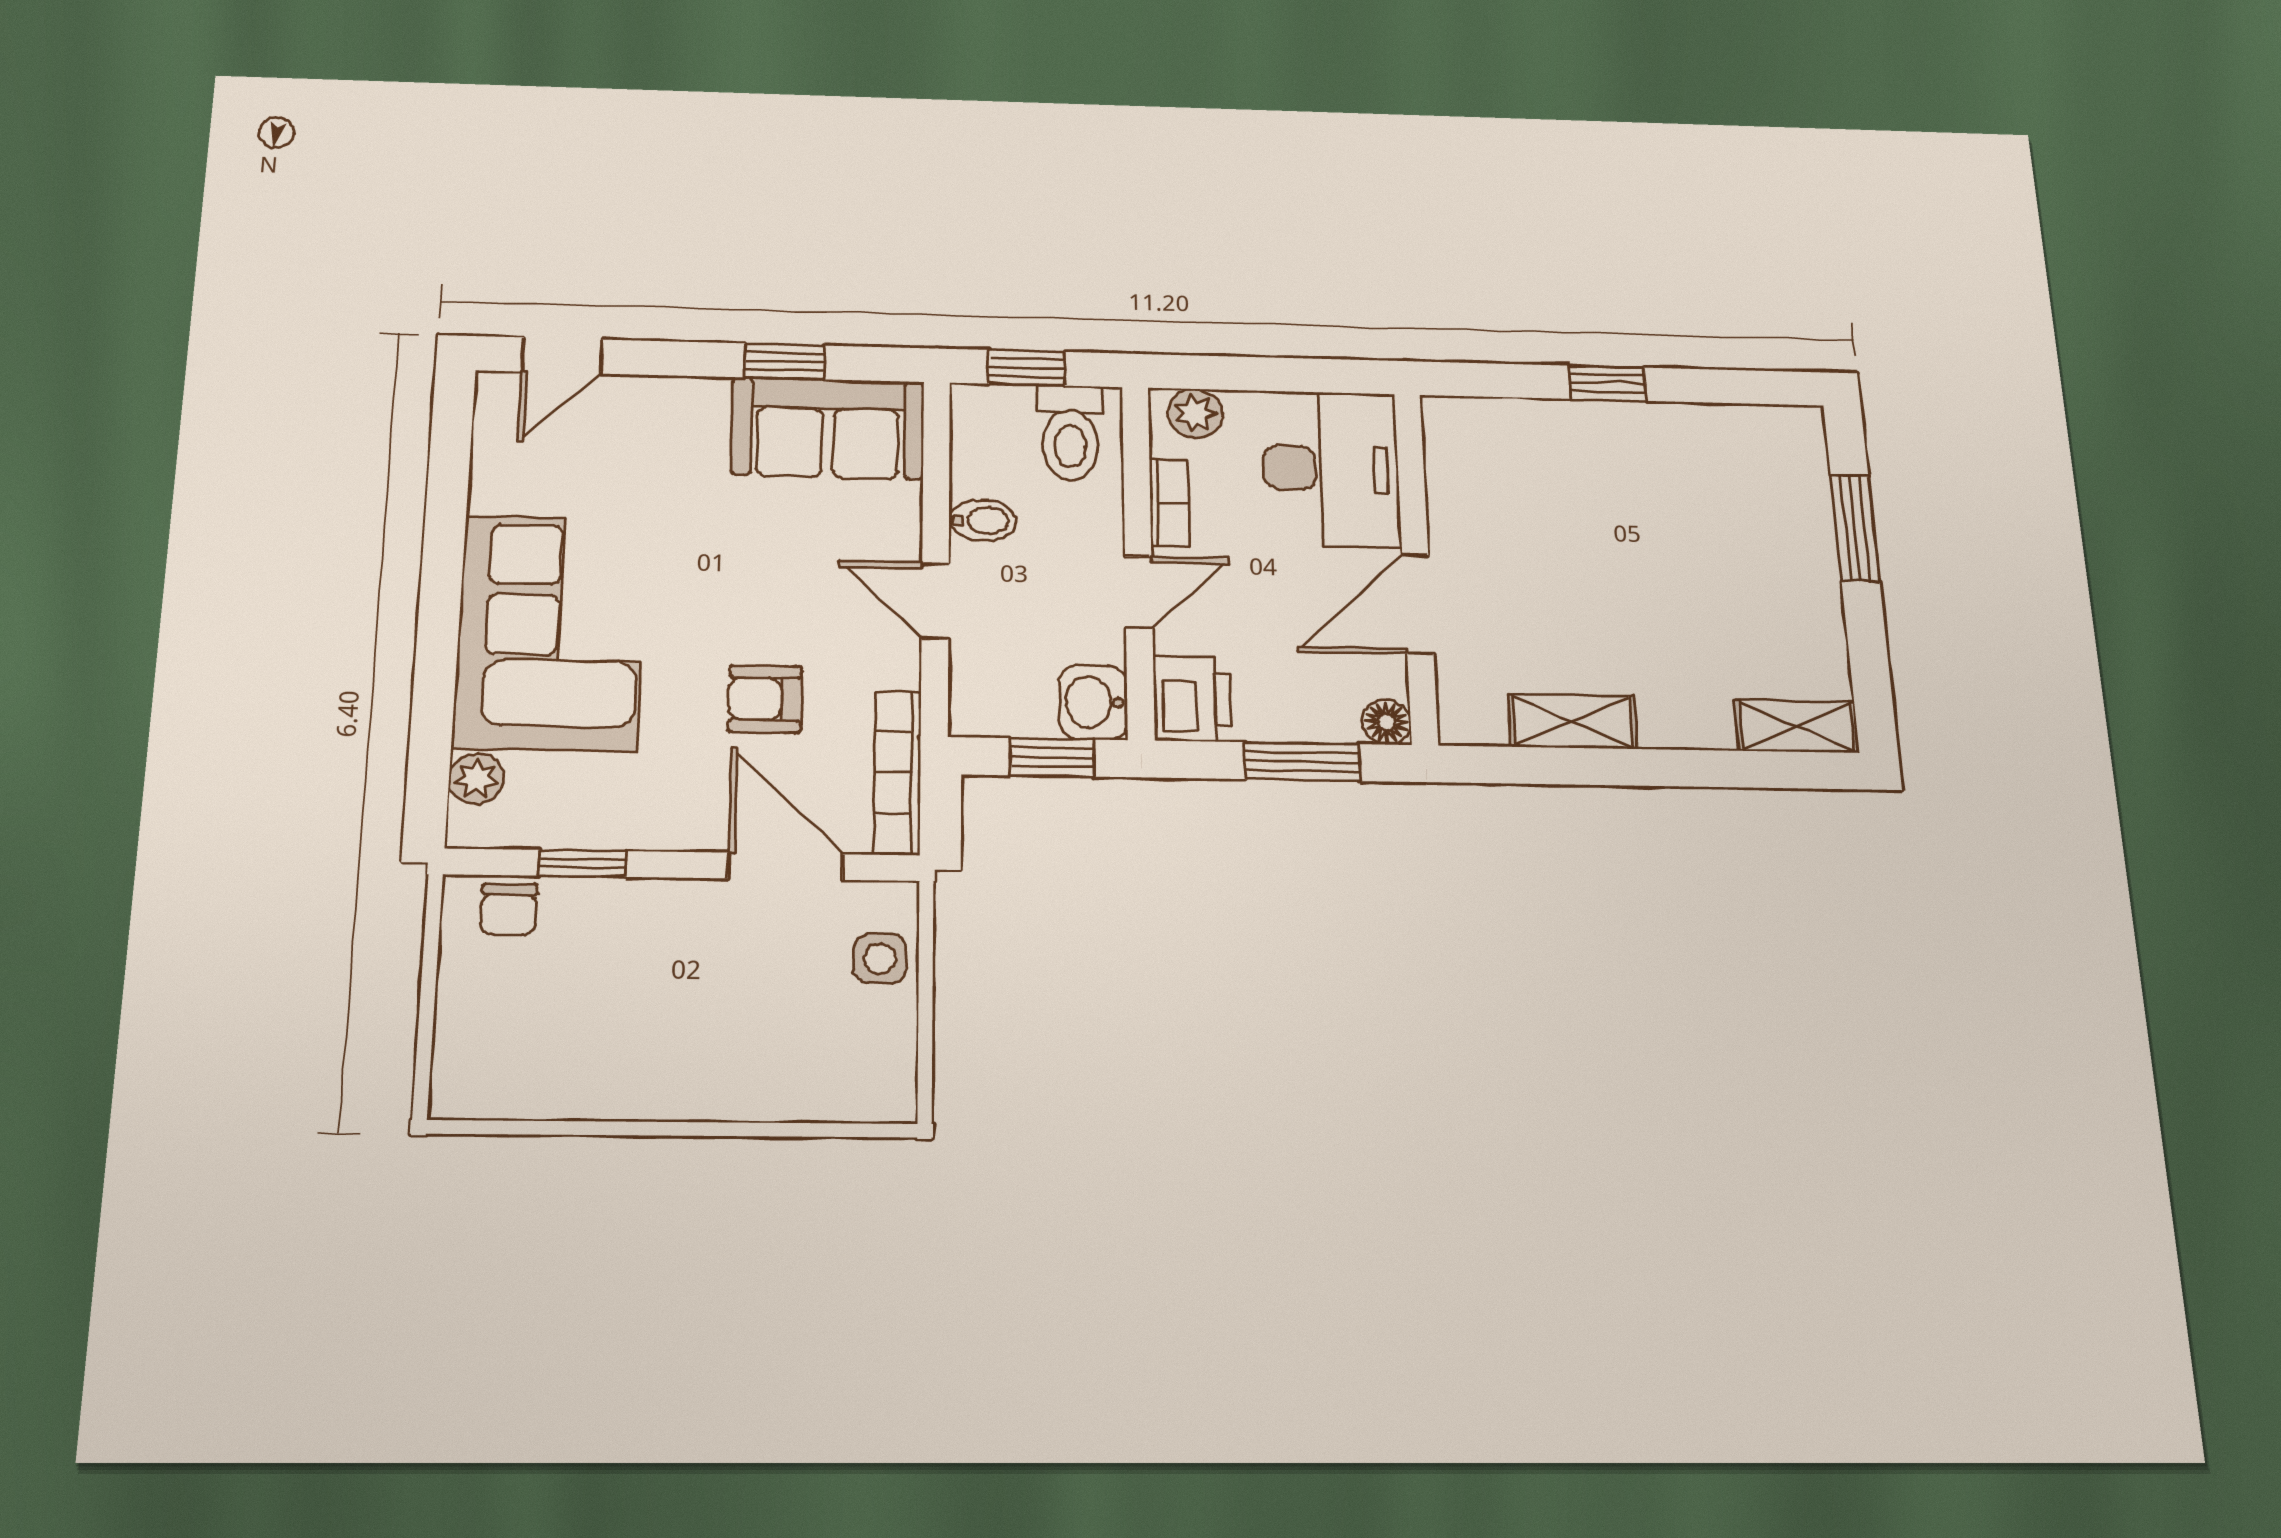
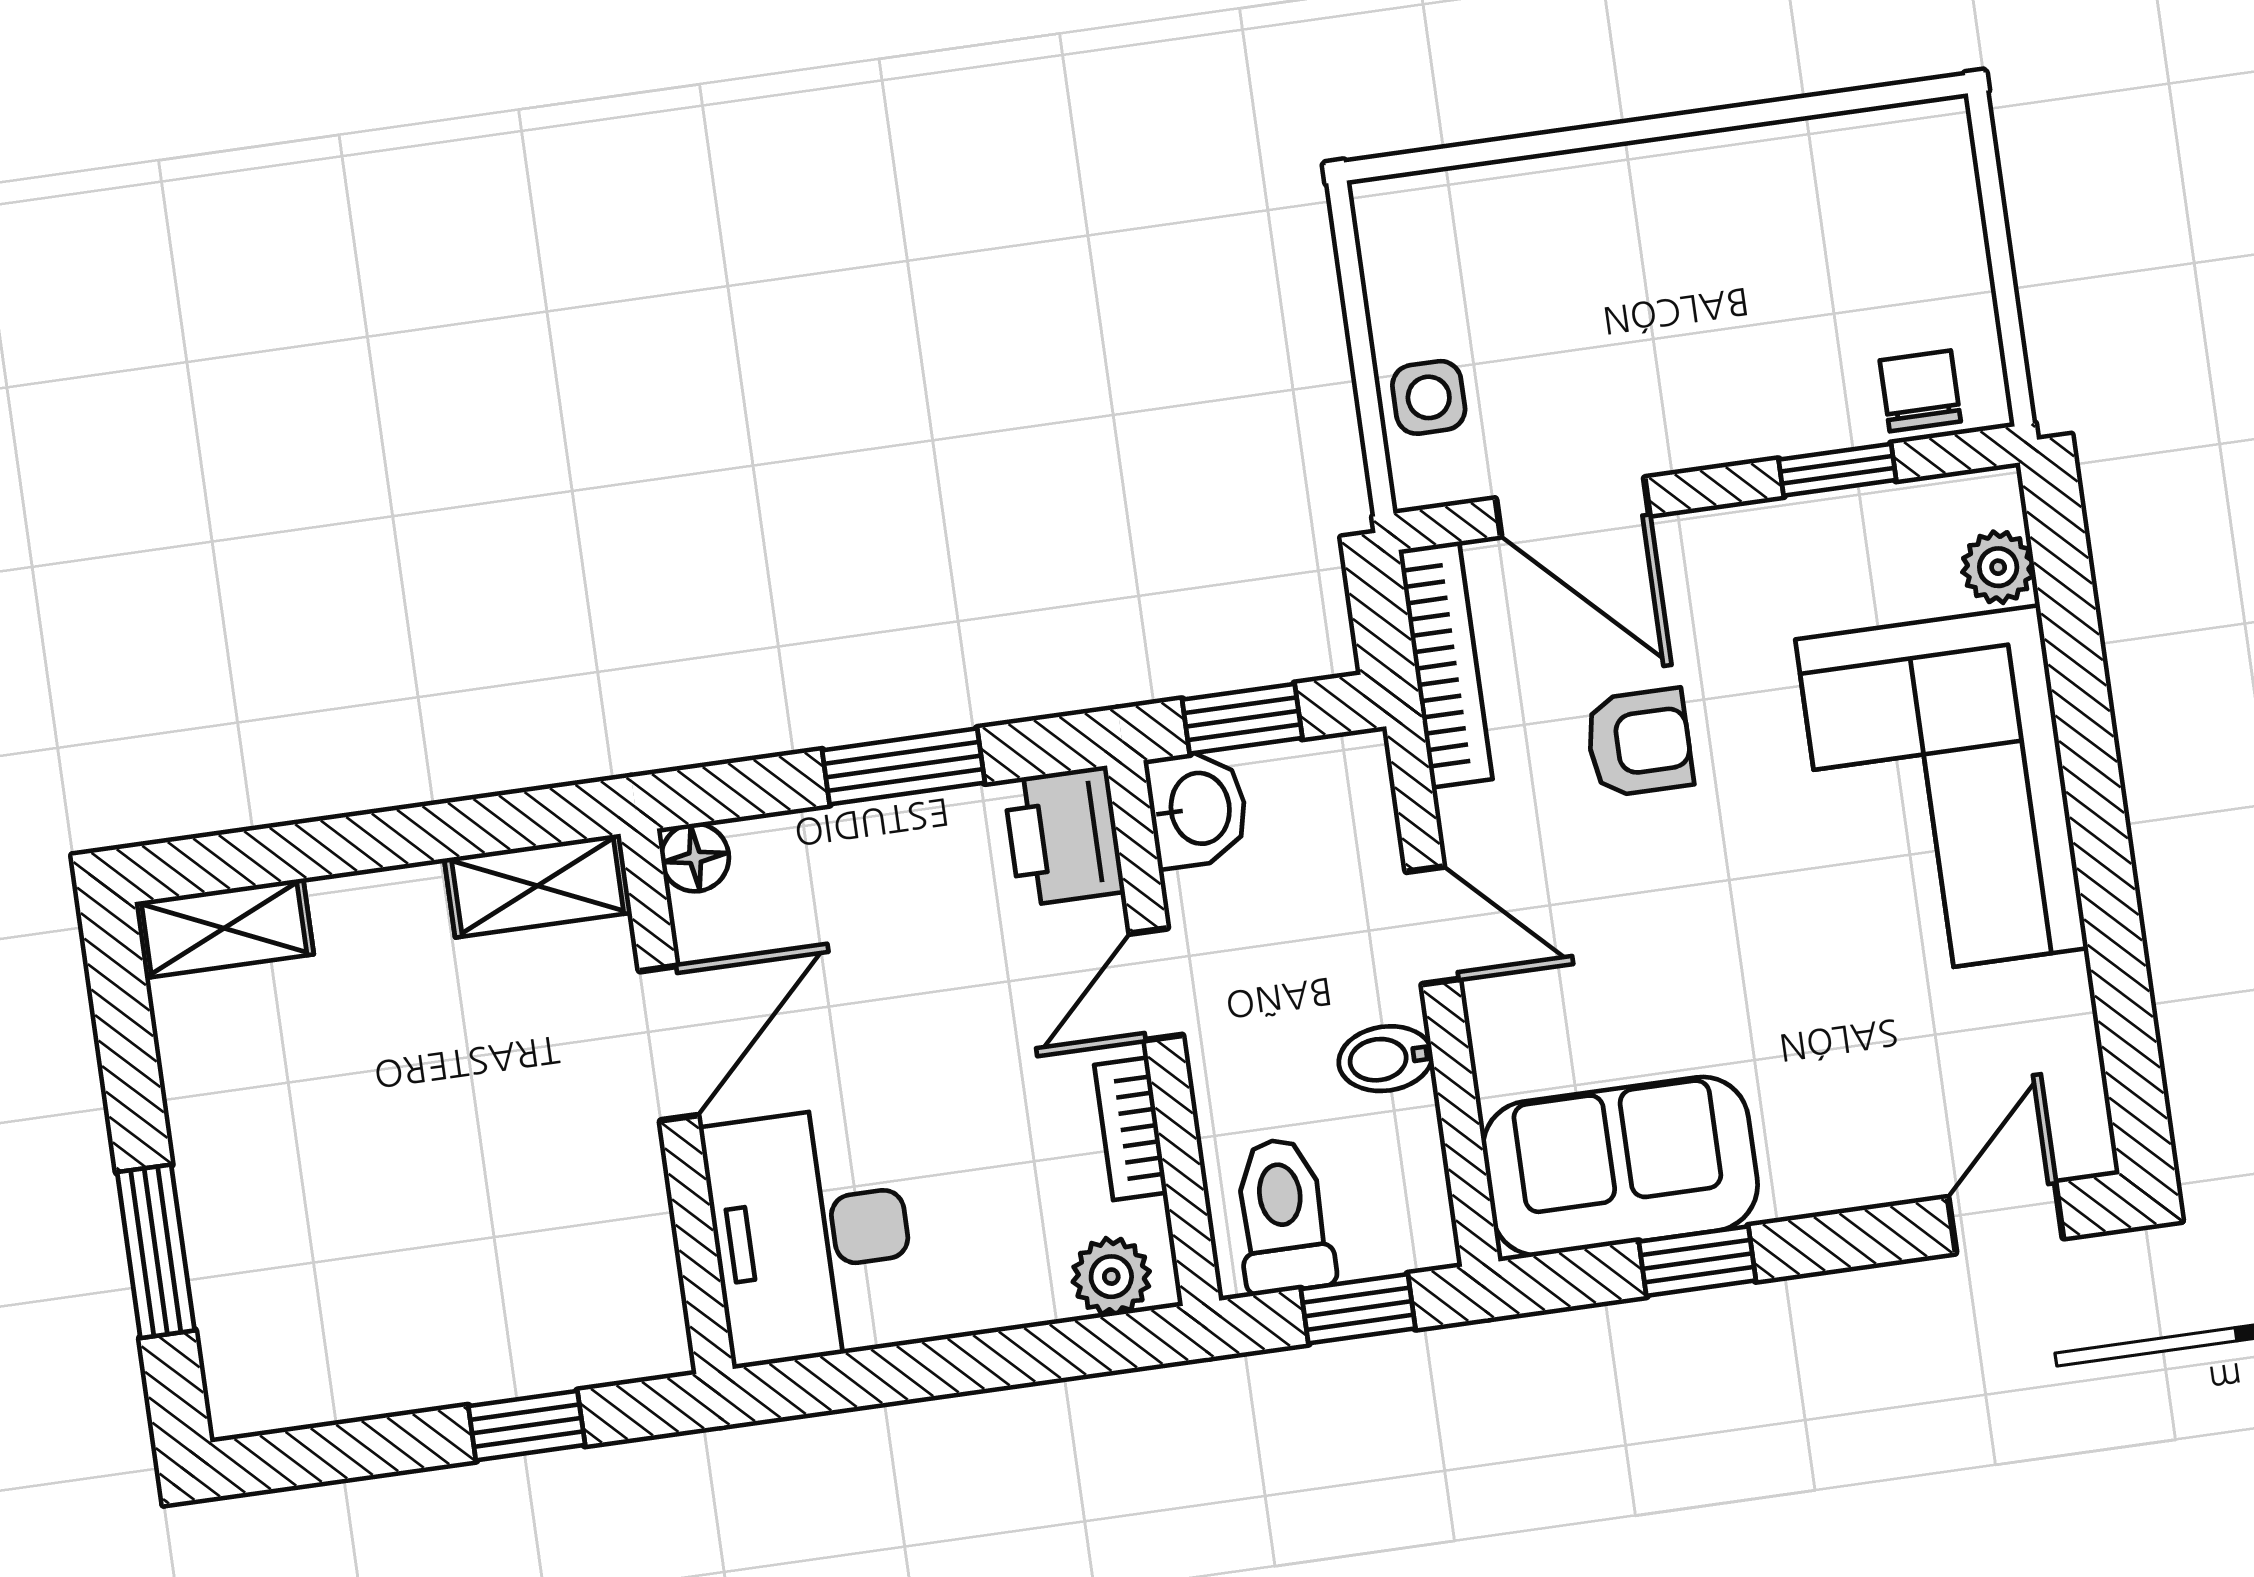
desk: (1331, 469) -> (811, 1235), moved
wall: (1416, 566) -> (677, 1101), moved
door: (1418, 604) -> (669, 1043), moved
floor lamp: (1386, 722) -> (695, 857), moved

